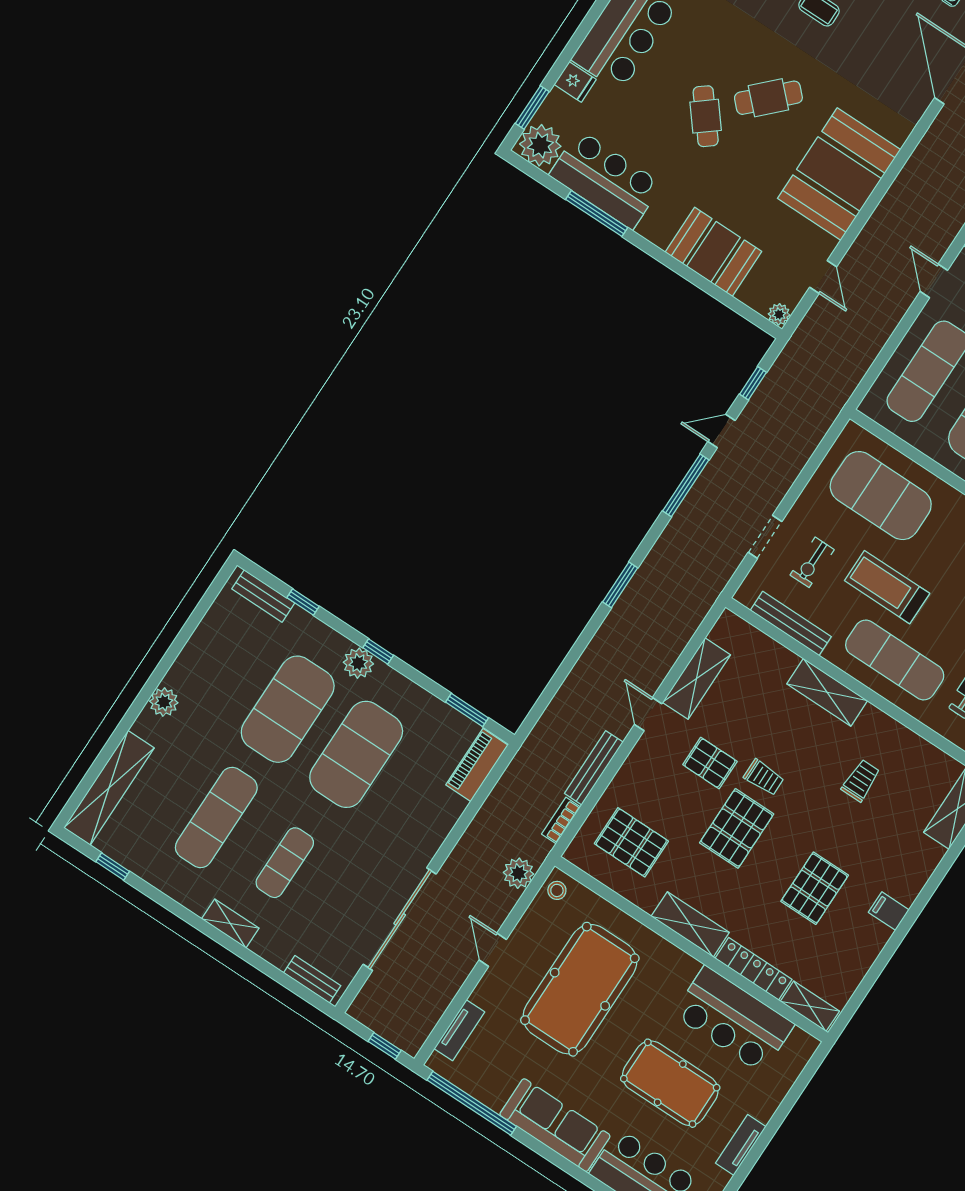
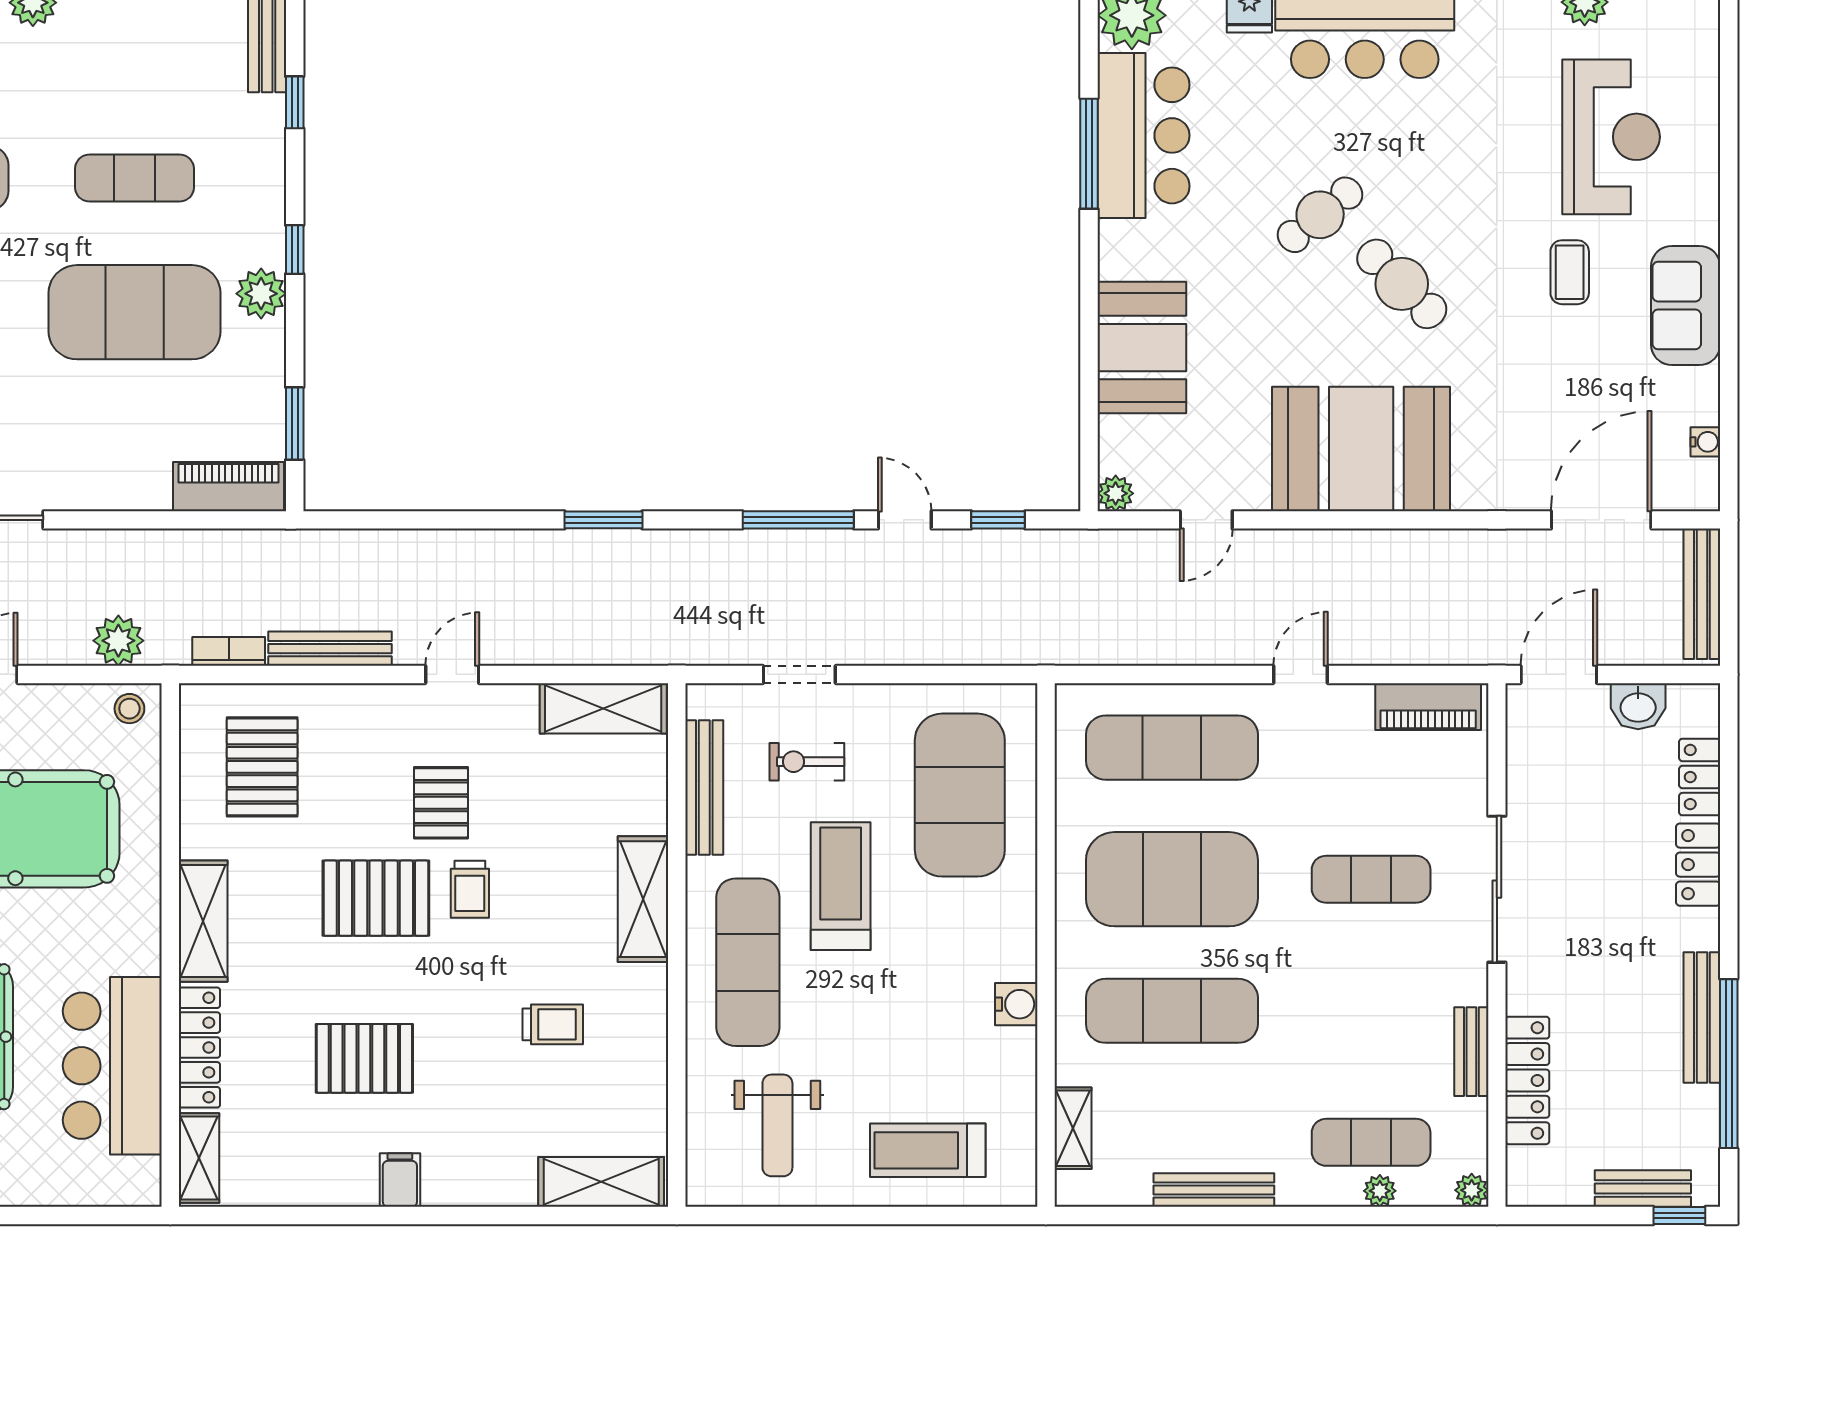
plant: (358, 663) -> (261, 294), moved
shelving: (696, 679) -> (603, 708), moved
exercise mat: (288, 709) -> (134, 178), width x0.50, depth x0.69

